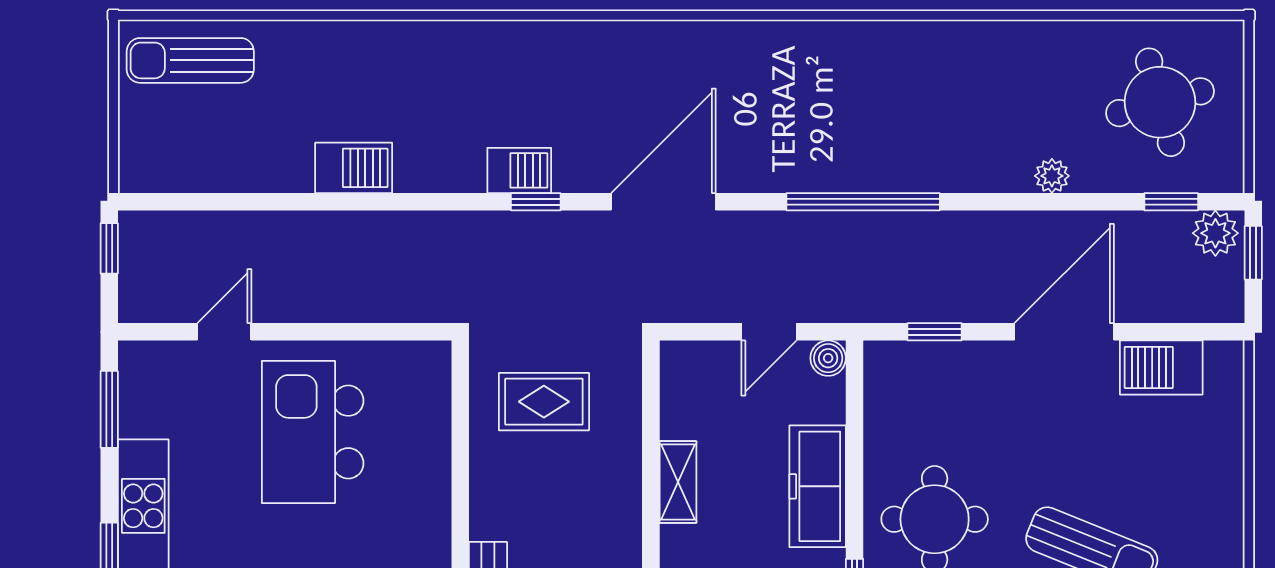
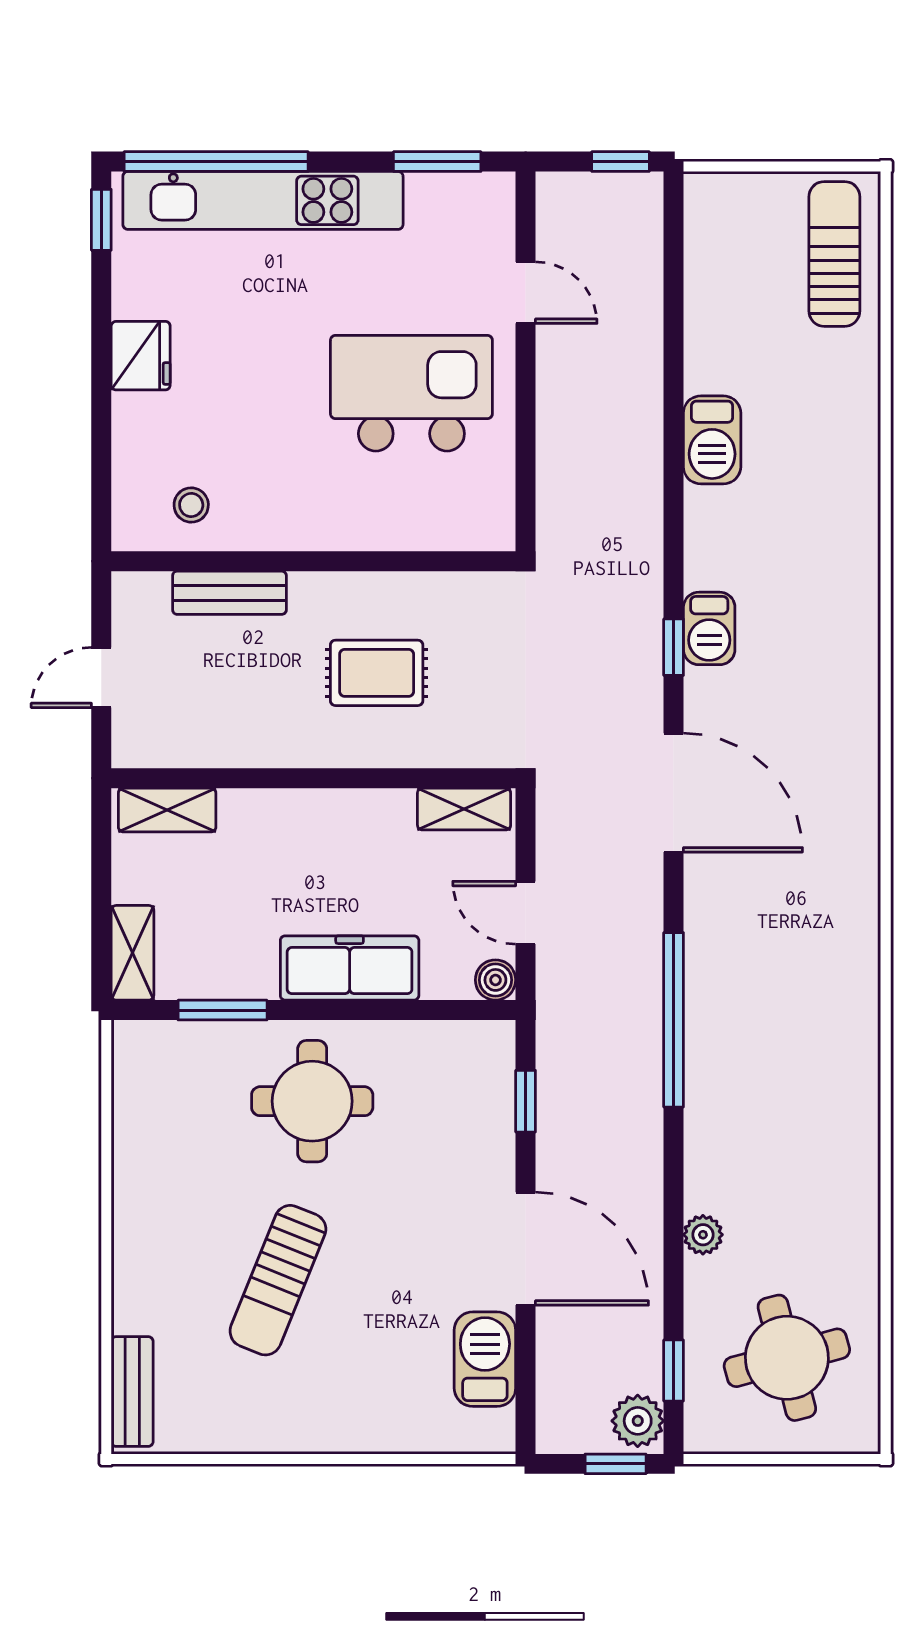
rug: (544, 402) -> (377, 673), moved, turned 90
shelving: (678, 482) -> (464, 809), moved

